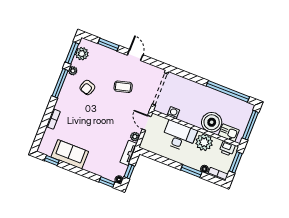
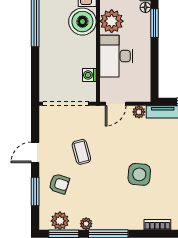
armchair: (87, 88) -> (59, 184), moved
side table: (92, 120) -> (139, 174), added

